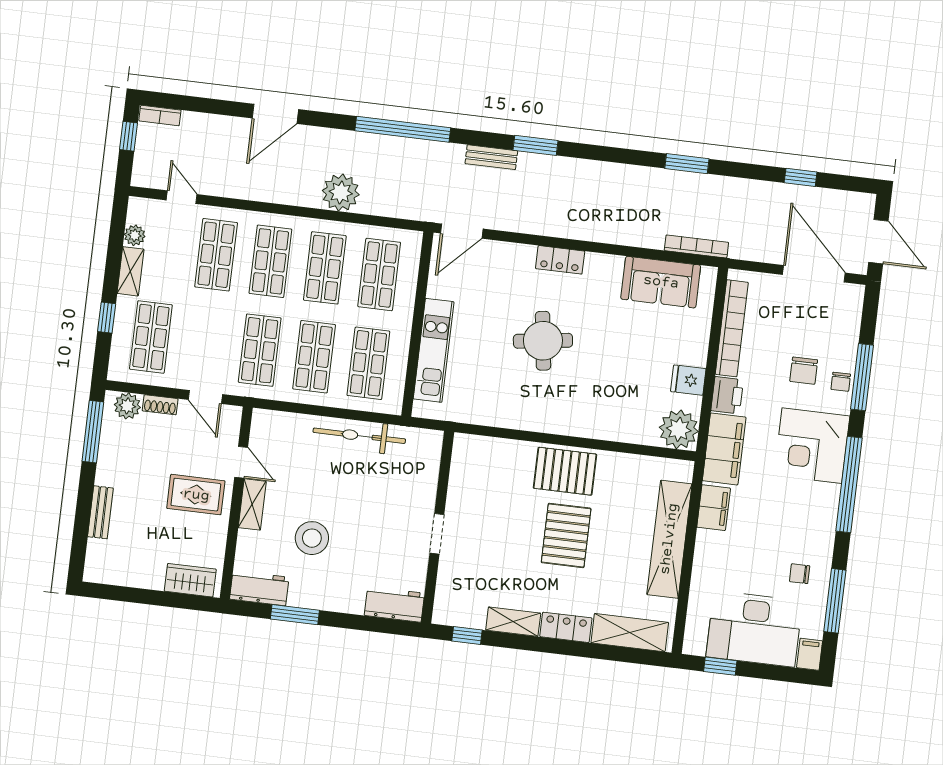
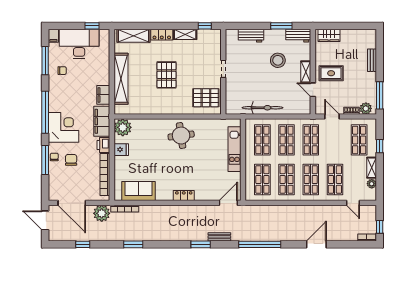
plant: (341, 193) -> (102, 213), moved
round table: (543, 341) -> (181, 136), moved
pallet: (565, 471) -> (206, 98), moved
workbench: (394, 604) -> (251, 36), moved

